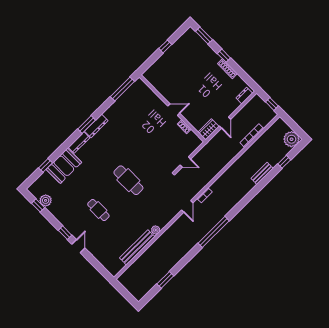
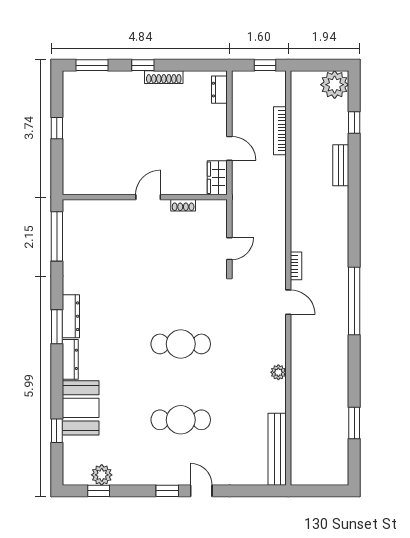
cafe table: (98, 210) -> (181, 420), width x1.37, depth x1.35
bench: (137, 247) -> (277, 449), moved

